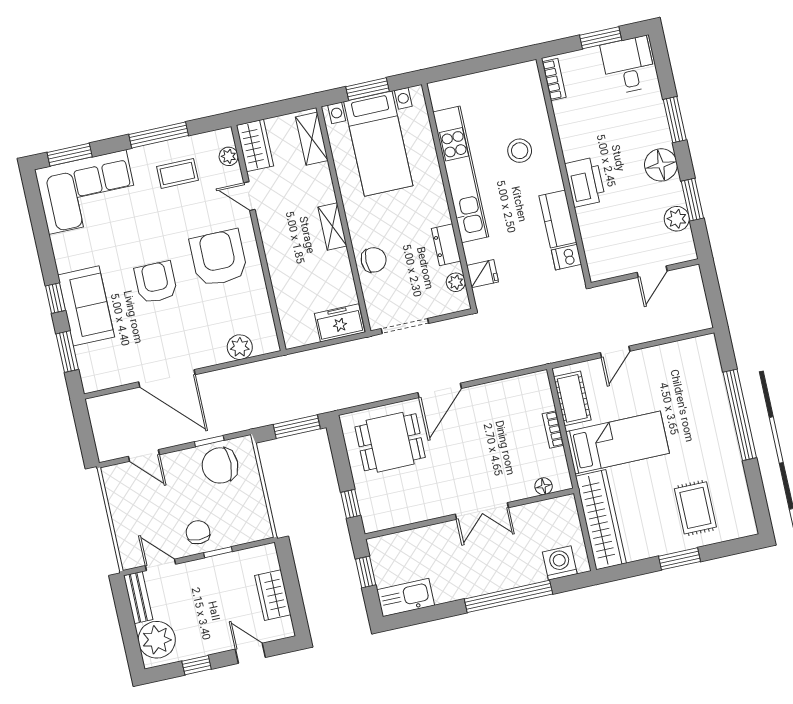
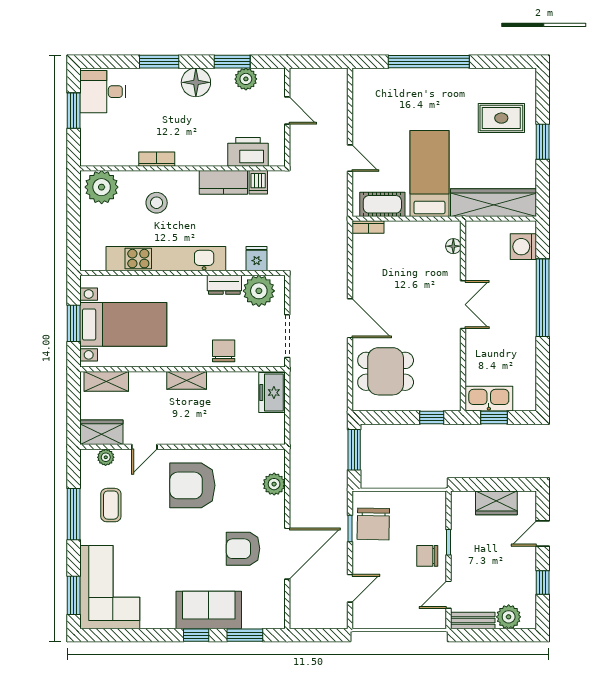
bookcase: (554, 80) -> (157, 159), moved
plant: (523, 87) -> (102, 187), added
printer: (585, 182) -> (248, 152), moved
armchair: (156, 282) -> (243, 549), moved
plant: (456, 282) -> (259, 291), width x1.88, depth x1.88
bookcase: (553, 429) -> (368, 227), moved
dining table: (390, 442) -> (386, 371), turned 90
kitchen sink: (406, 598) -> (489, 399), moved, turned 90
plant: (157, 640) -> (509, 617), width x0.73, depth x0.73

